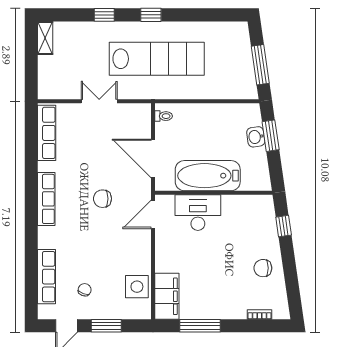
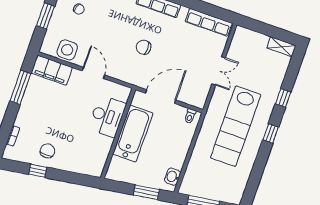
washbasin: (256, 137) -> (173, 177), moved, turned -82
chair: (102, 199) -> (143, 47), turned -90
door: (153, 214) -> (93, 73), moved
window: (284, 226) -> (38, 171), moved

